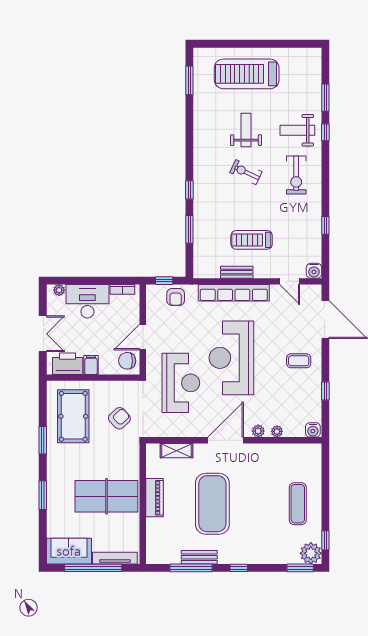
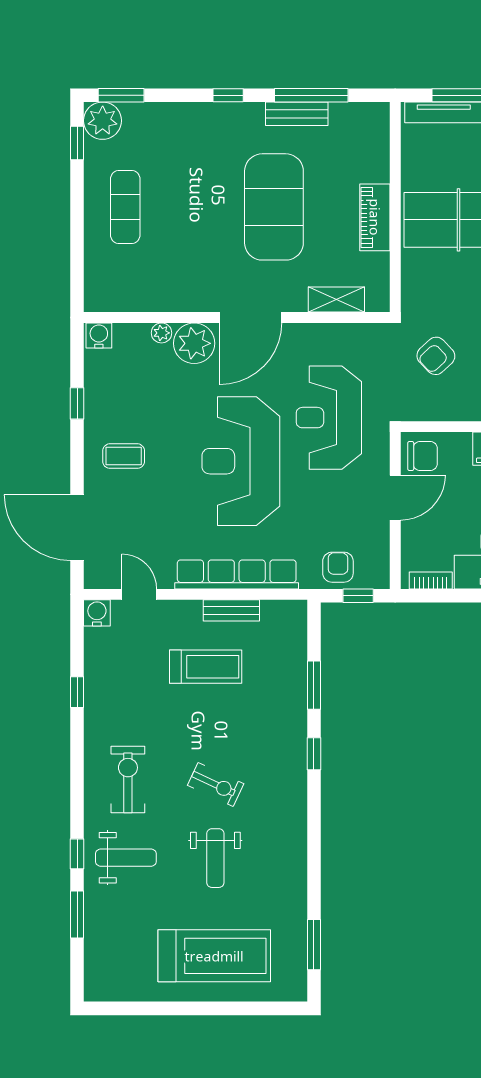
reception desk: (231, 358) -> (241, 461), turned 180
plant: (258, 431) -> (194, 343), width x1.88, depth x1.88

